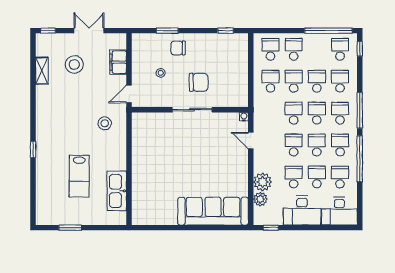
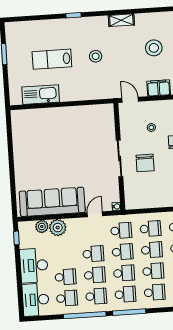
shelving: (42, 71) -> (121, 20), moved
stool: (105, 123) -> (96, 56), moved
school desk: (294, 177) -> (121, 231), moved
sofa: (213, 211) -> (52, 202), moved, turned -90

